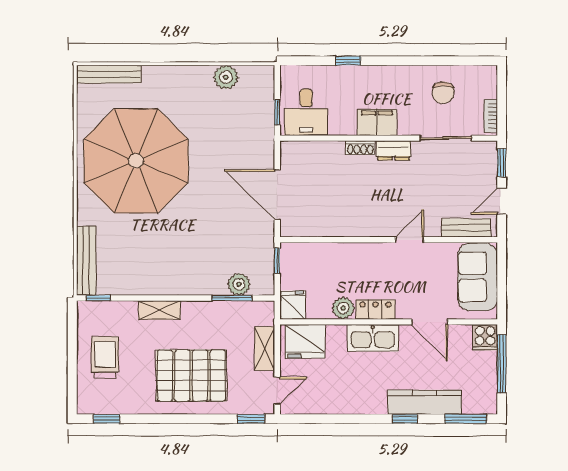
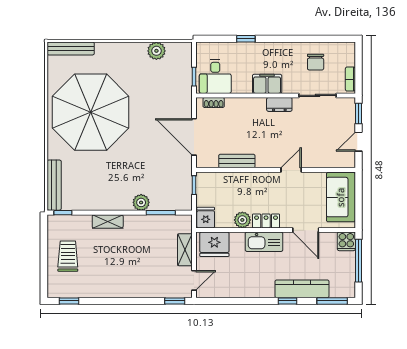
shoe rack: (360, 148) -> (214, 102), moved
bench: (466, 228) -> (237, 161), moved
plant: (239, 284) -> (141, 202), moved
pallet: (191, 376) -> (131, 269), removed

